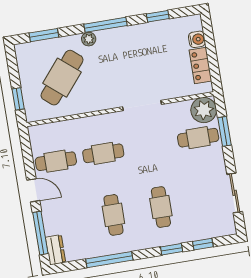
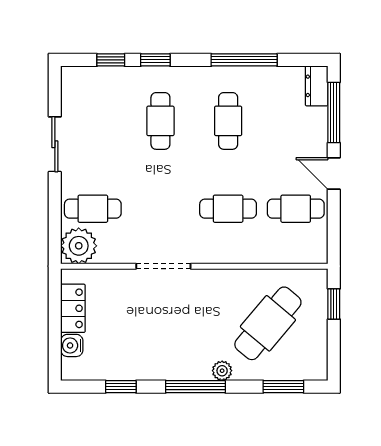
window: (224, 131) -> (55, 211), removed
sliding door: (235, 193) -> (55, 144), moved

